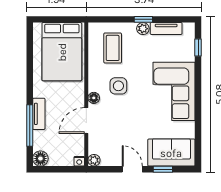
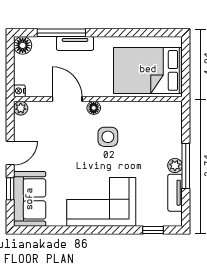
window: (143, 19) -> (186, 166), width x2.17
coffee table: (113, 48) -> (152, 130), removed

